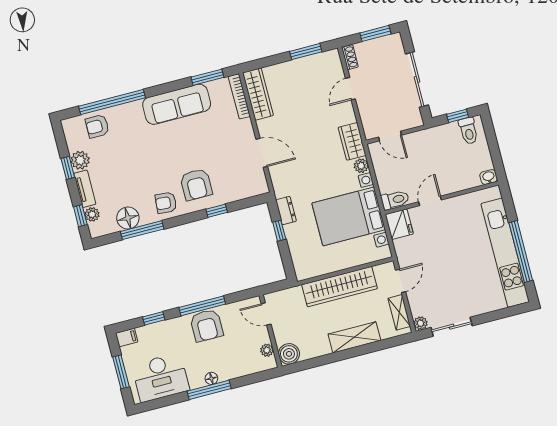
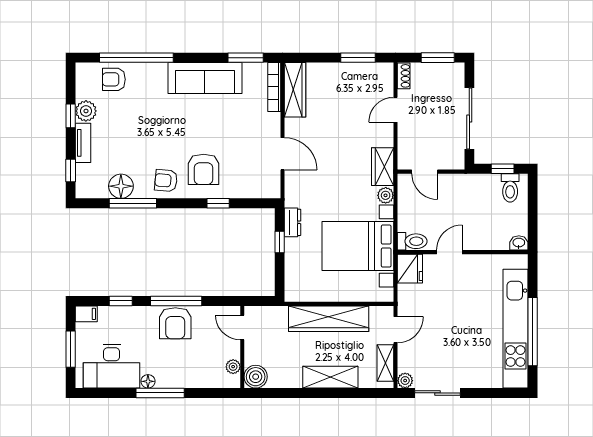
plant: (92, 214) -> (84, 172), removed
floor lamp: (211, 378) -> (148, 381), moved

